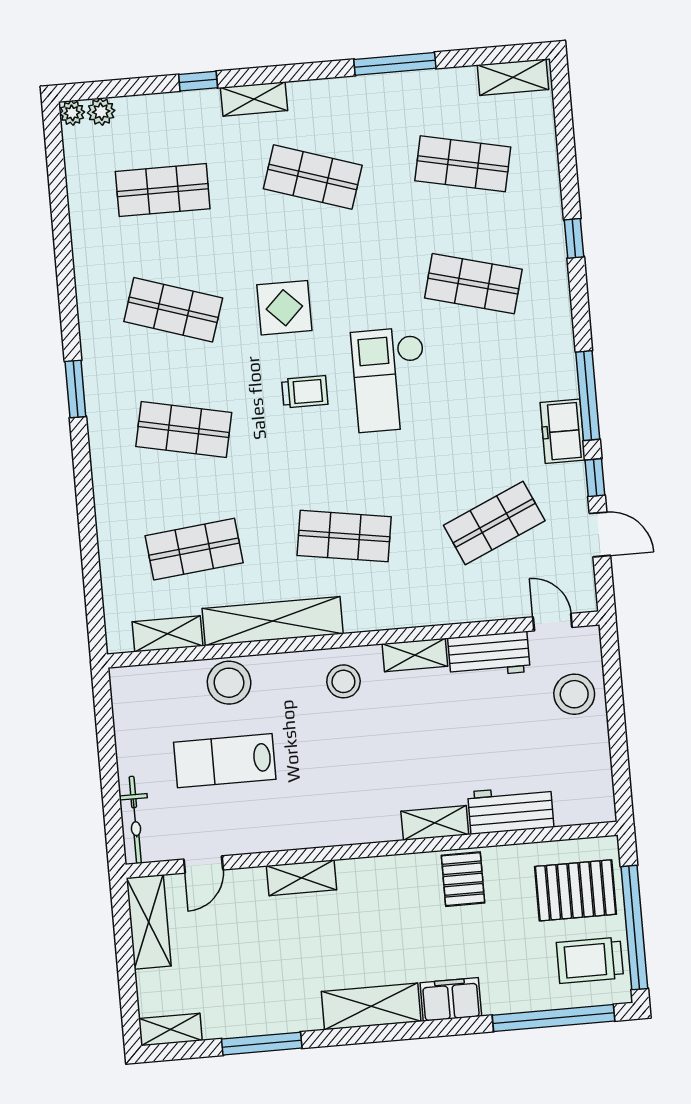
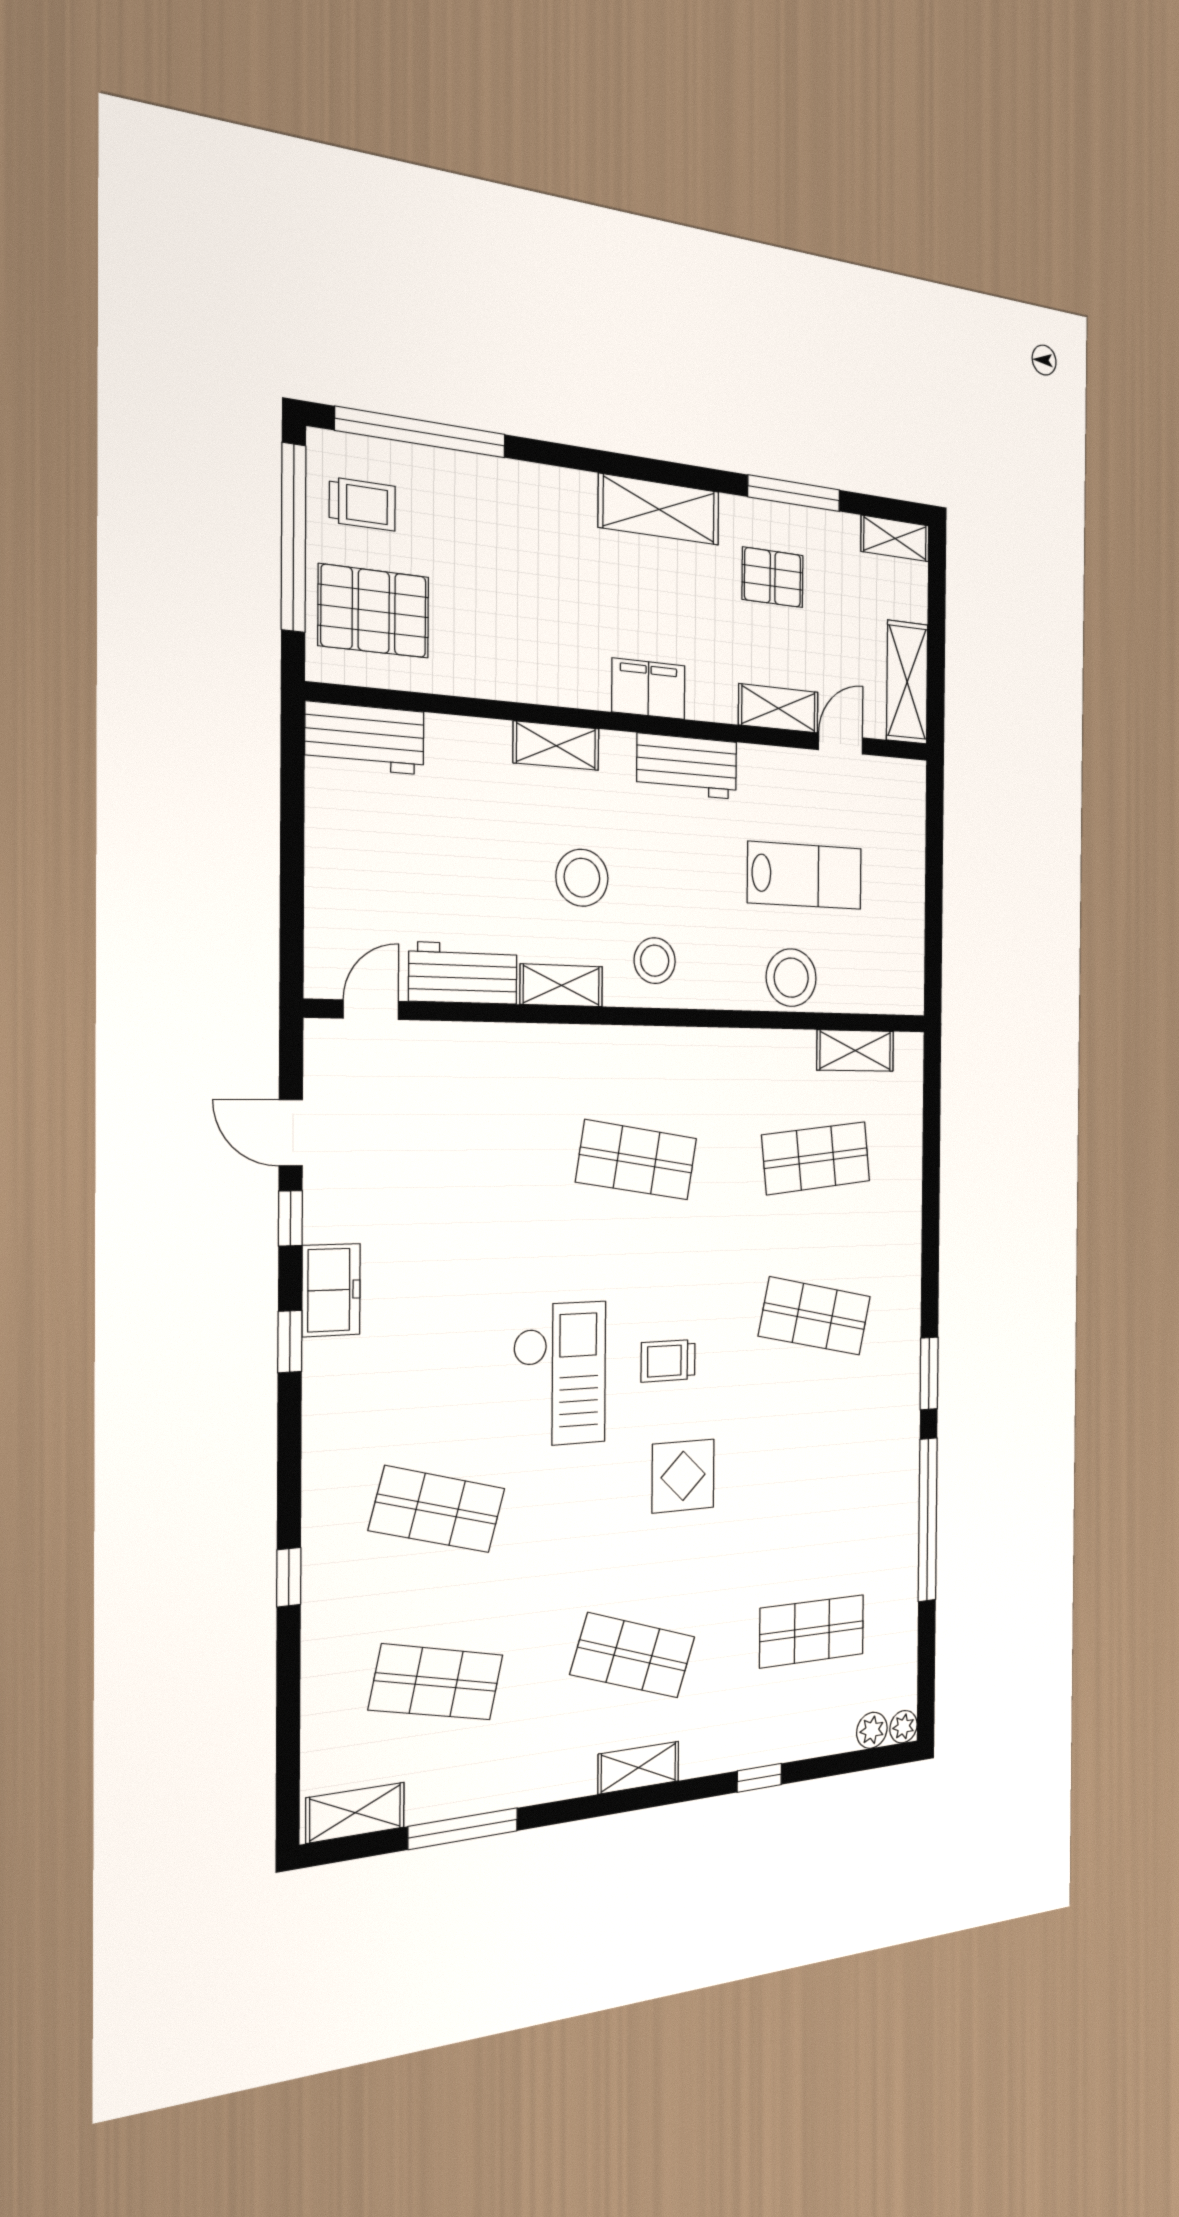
window: (395, 64) -> (463, 1829), moved
shelving: (254, 99) -> (639, 1768), moved
window: (65, 274) -> (928, 1520), added
shop shelf: (173, 310) -> (813, 1474), removed
window: (588, 396) -> (290, 1341), width x0.46
shop shelf: (494, 523) -> (439, 1162), removed
shelving: (273, 621) -> (733, 1053), removed
door: (553, 622) -> (371, 1010), swing flipped
stool: (574, 694) -> (582, 878), moved
workbench: (511, 810) -> (365, 738), moved
bicycle: (135, 820) -> (911, 816), removed
workbench: (331, 826) -> (687, 766), added
shelving: (301, 878) -> (778, 708), moved
pallet: (463, 879) -> (773, 577), moved, turned 90
trolley: (590, 960) -> (362, 504), width x0.73, depth x0.72
filing cabinet: (451, 999) -> (648, 689), moved, turned 180

